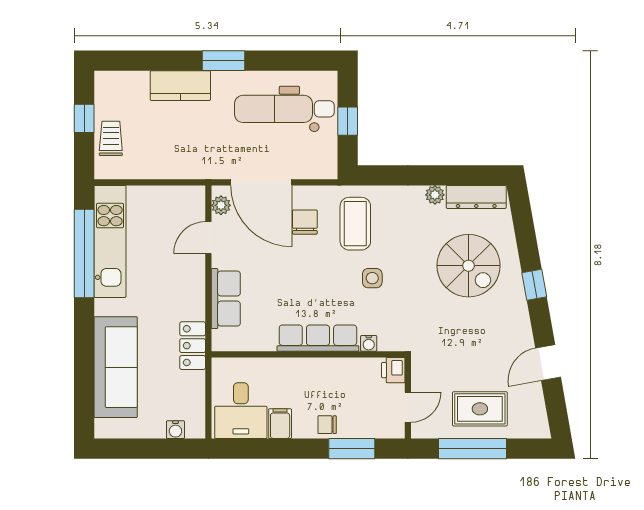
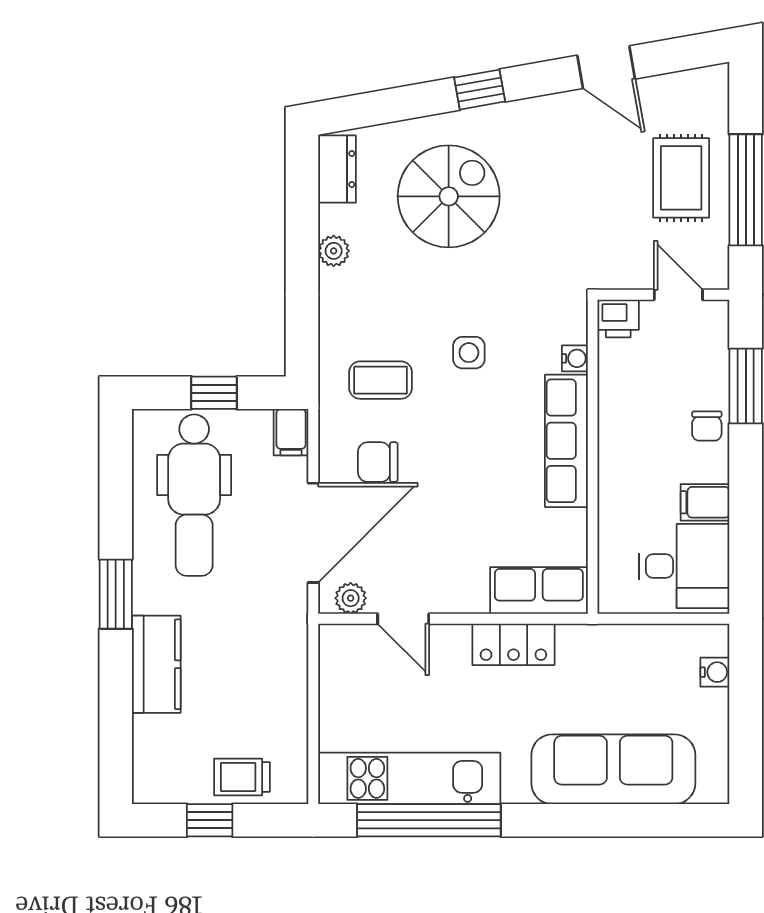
filing cabinet: (323, 169) -> (291, 432), added
dresser: (476, 197) -> (337, 169), width x0.70
coffee table: (355, 224) -> (381, 380), width x0.73, depth x0.77
row of seats: (226, 299) -> (539, 590), moved
locker: (193, 346) -> (513, 644), moved

